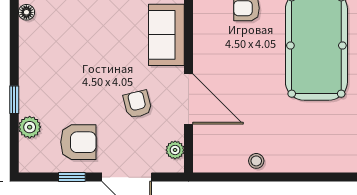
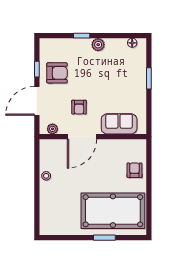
armchair: (138, 104) -> (79, 107), turned 104
plant: (30, 127) -> (98, 45), moved
armchair: (78, 142) -> (57, 73), turned -90

